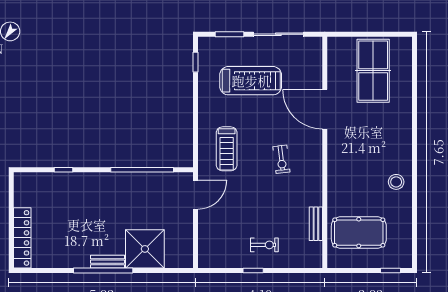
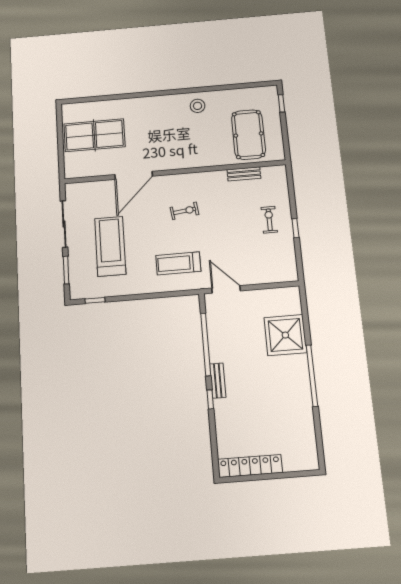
treadmill: (227, 149) -> (178, 263), turned 180
window: (63, 170) -> (210, 399), moved
locker: (22, 238) -> (250, 466), moved
bench: (107, 262) -> (218, 381), moved

